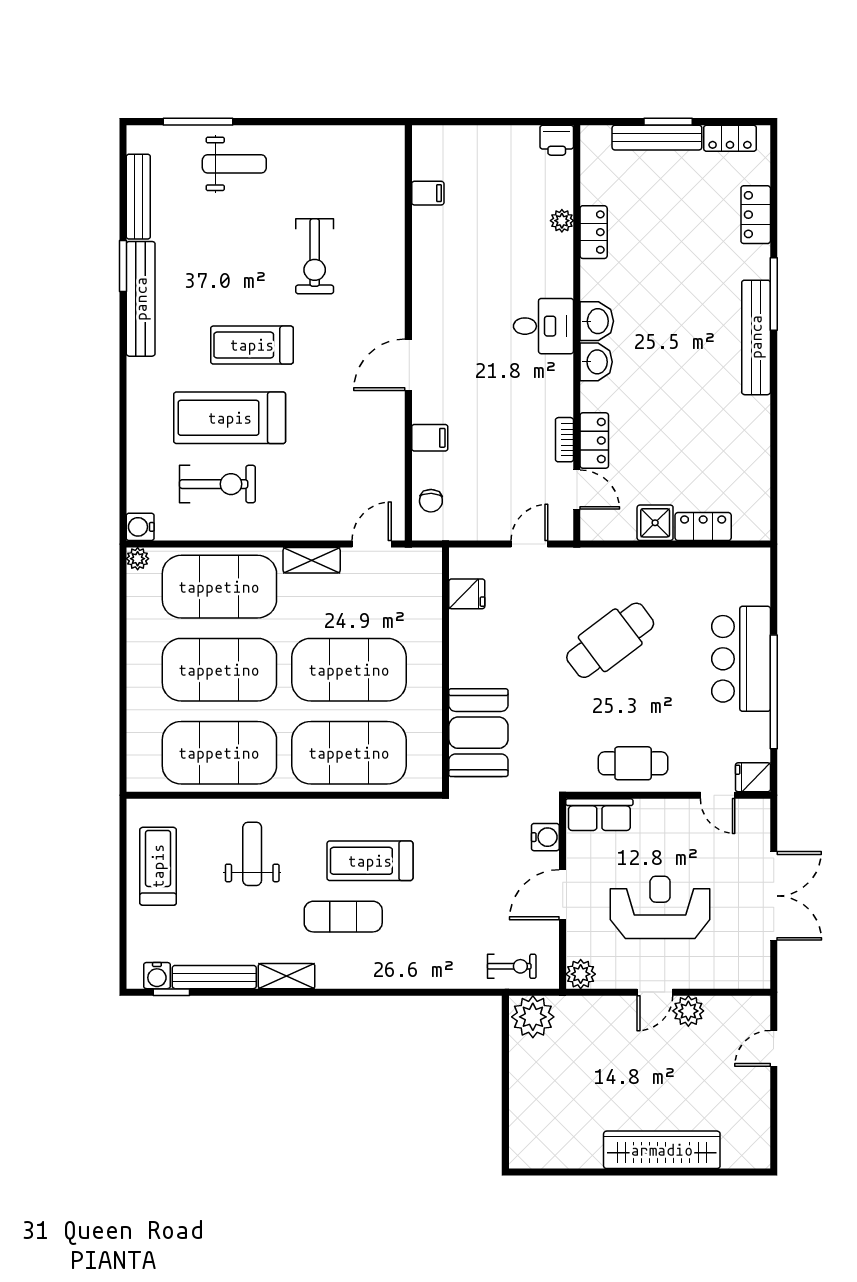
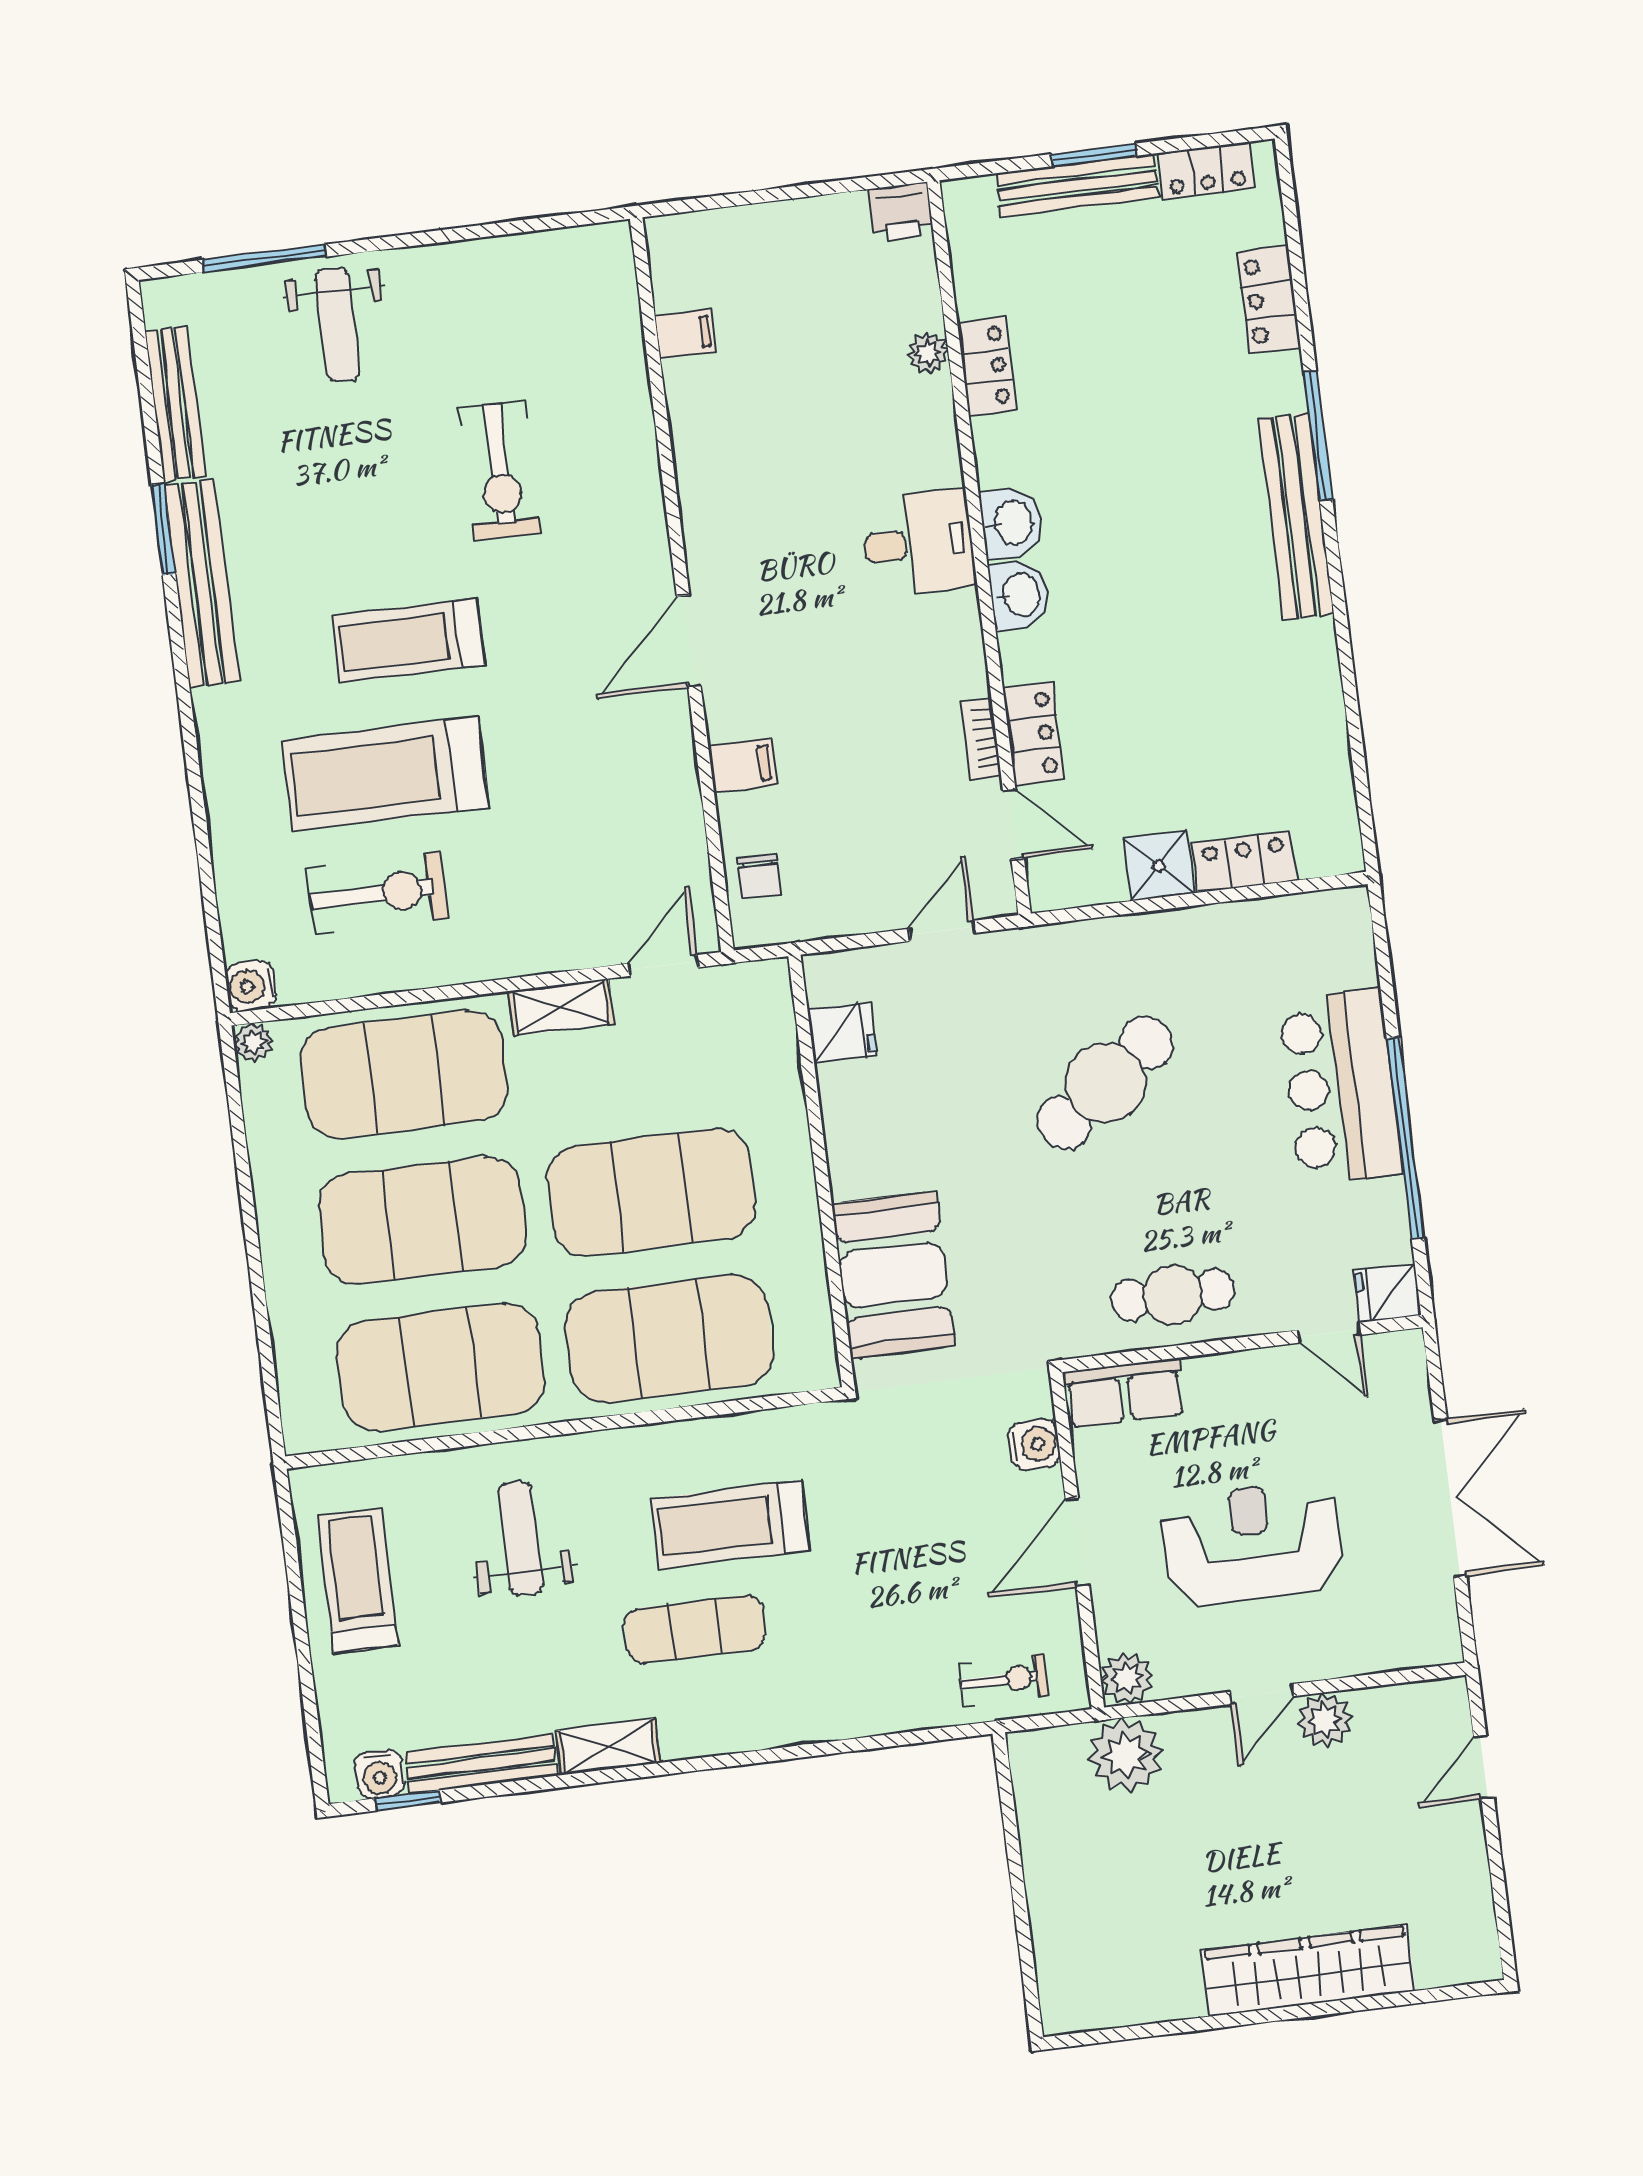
weight bench: (234, 164) -> (338, 325), turned 90
plant: (533, 1017) -> (1126, 1755), moved

